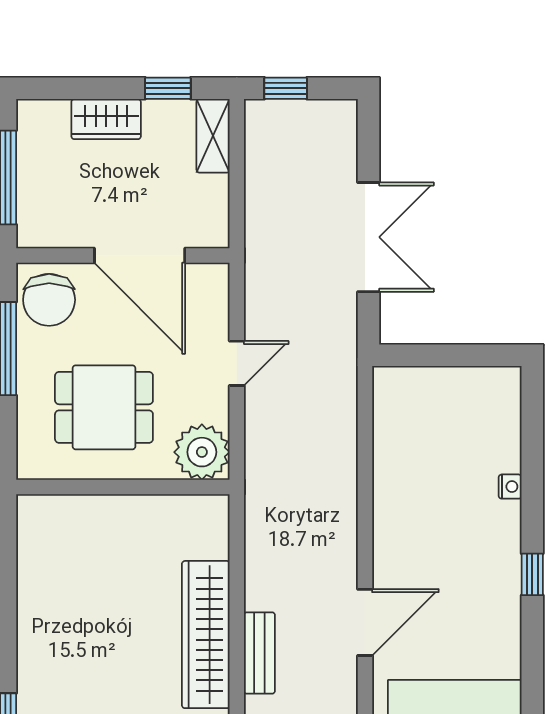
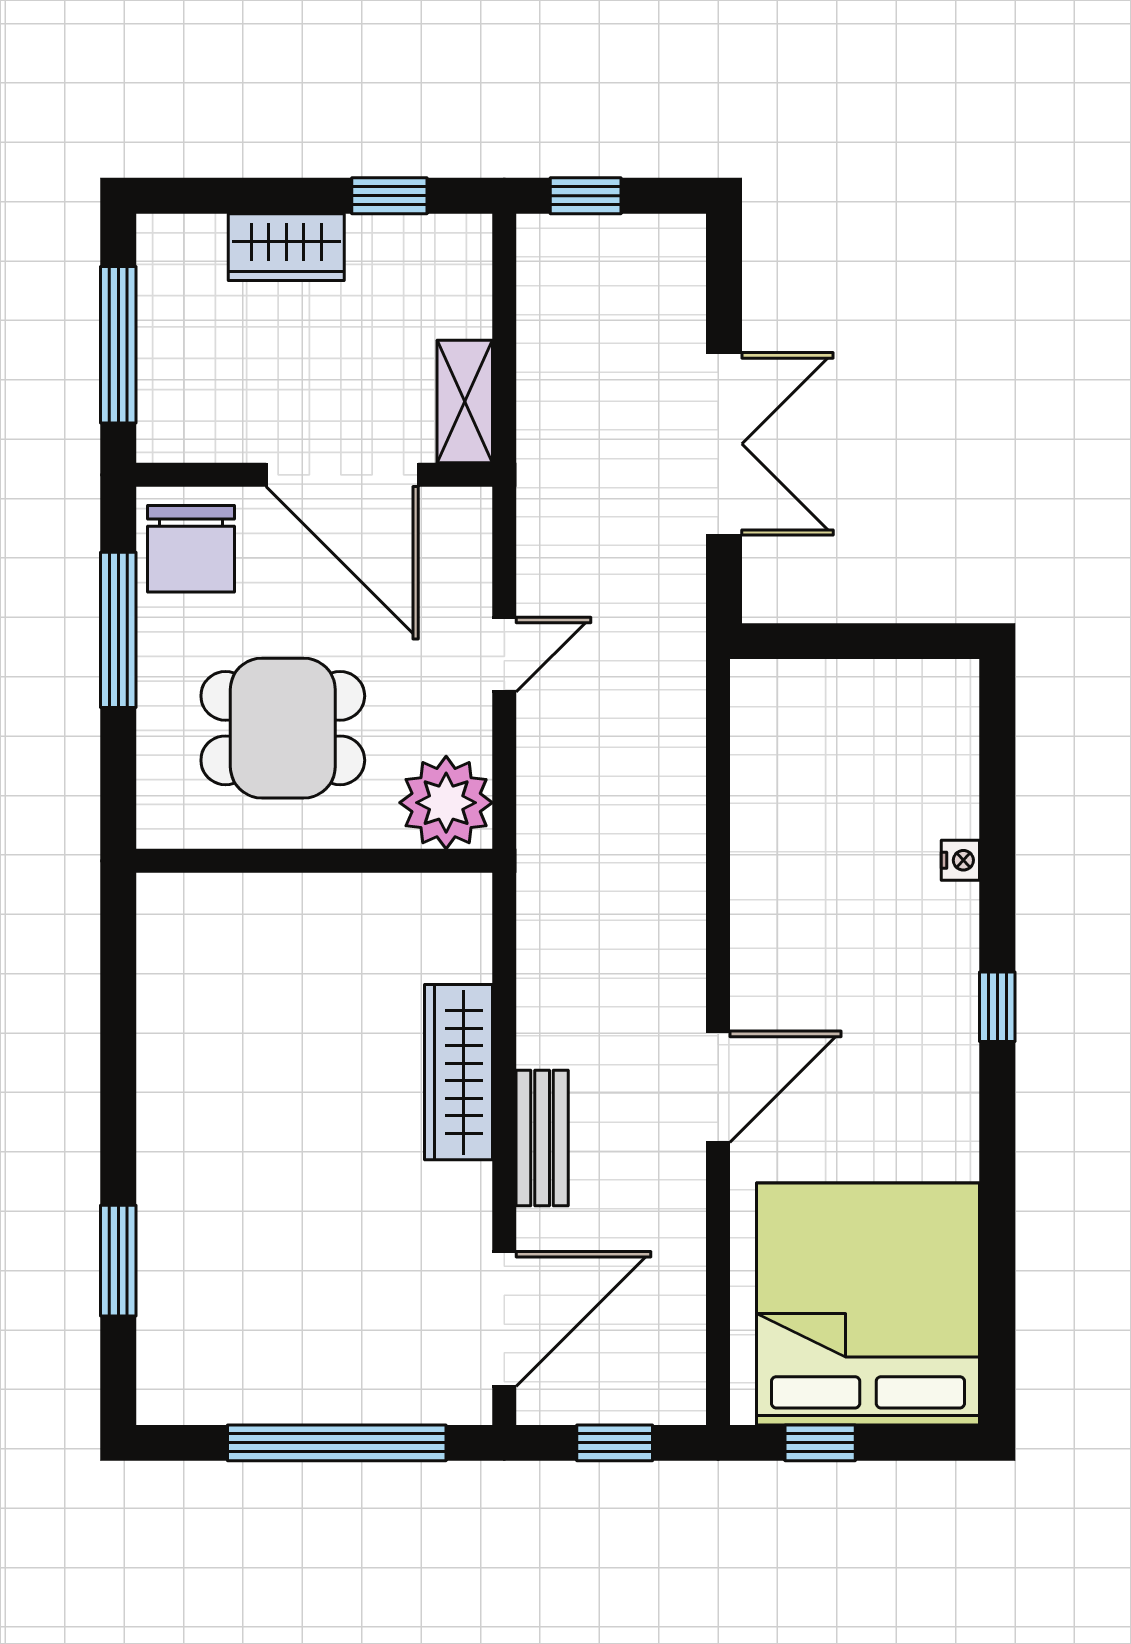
shelving: (213, 136) -> (465, 402), moved
wardrobe: (206, 635) -> (458, 1072), width x0.71, depth x0.85

